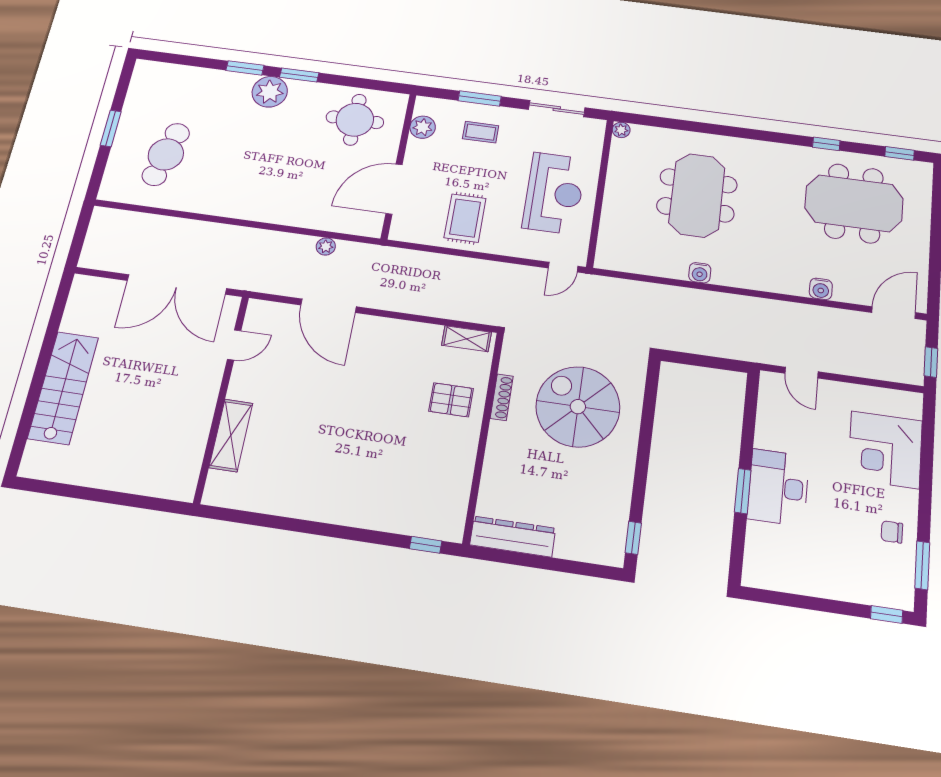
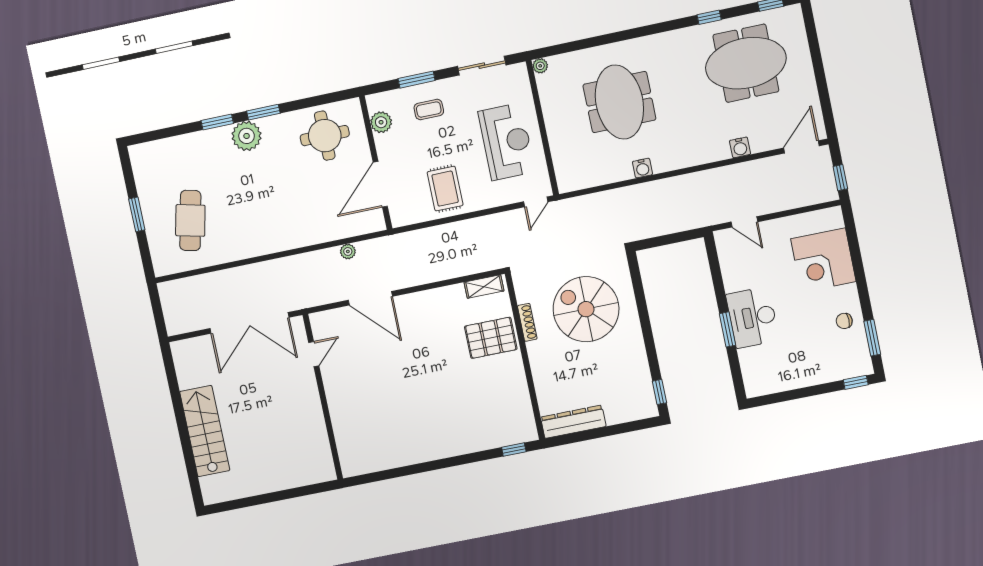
pallet: (451, 400) -> (491, 338), width x1.50, depth x1.42
shelving: (231, 435) -> (342, 422), removed

